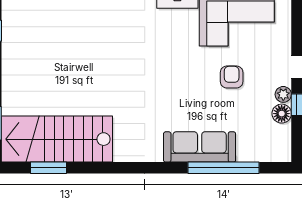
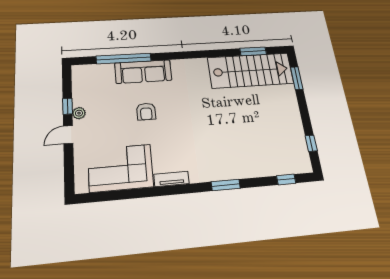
armchair: (232, 77) -> (146, 112), moved
floor lamp: (282, 114) -> (80, 99), removed

